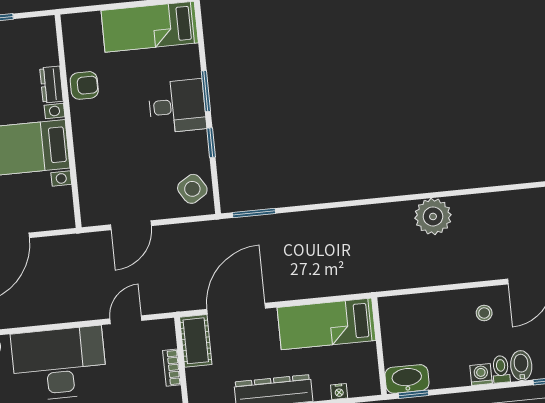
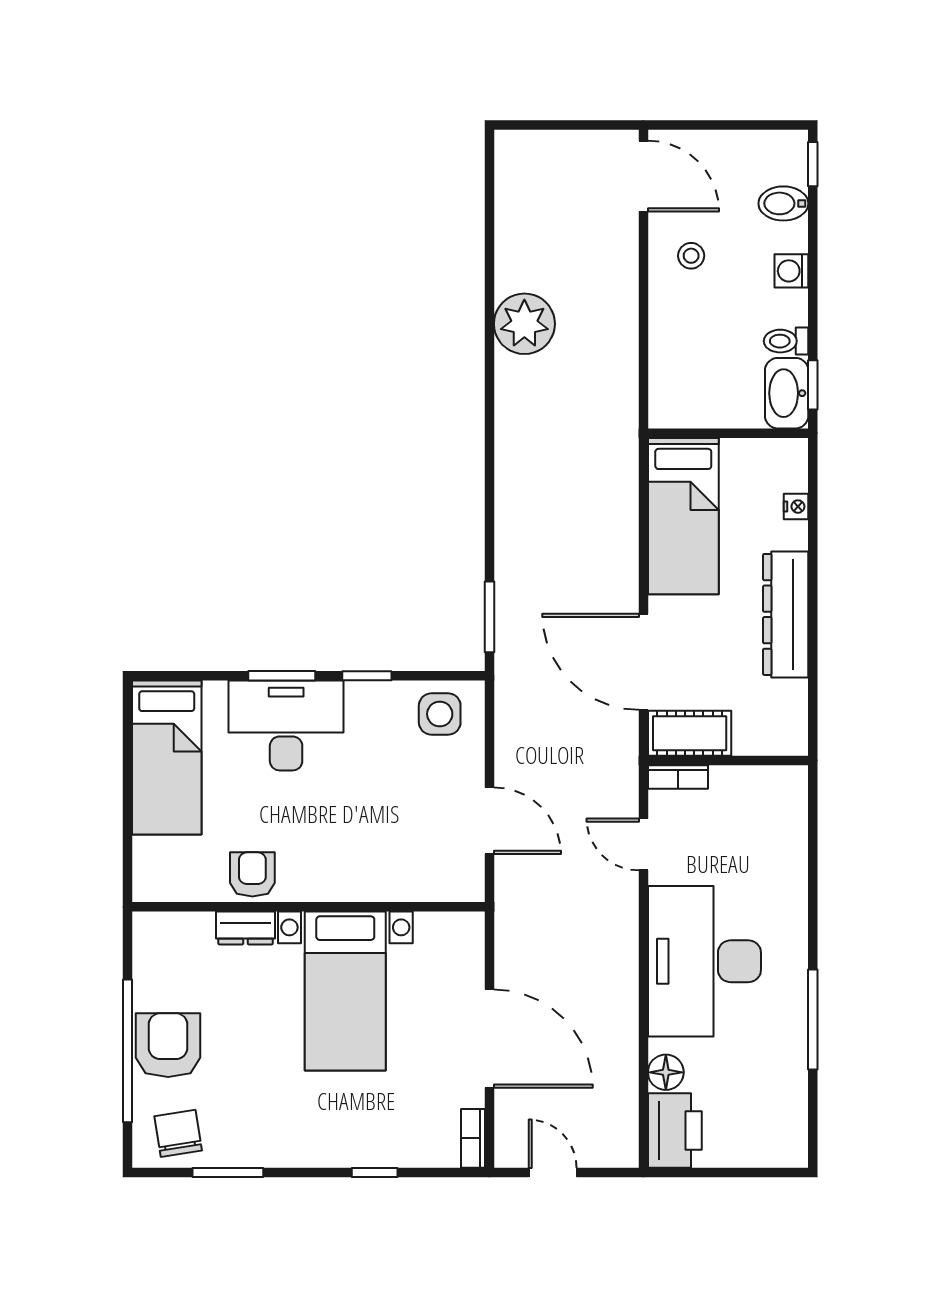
desk: (177, 106) -> (286, 725), width x1.37
side table: (192, 189) -> (440, 714), turned 32
bookcase: (172, 368) -> (678, 777), moved
toilet: (501, 369) -> (786, 341), moved

